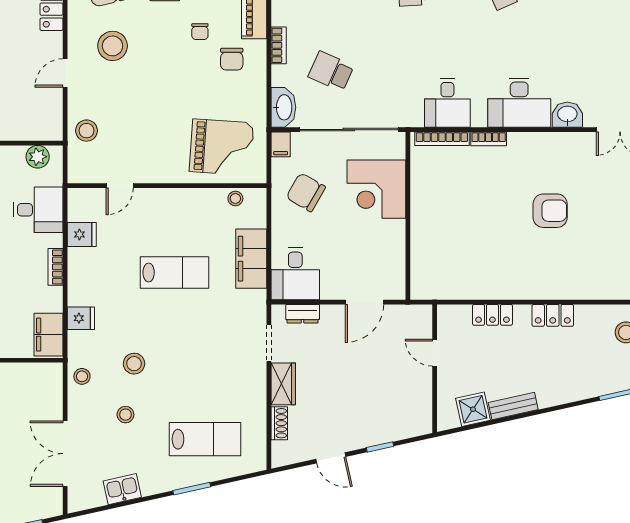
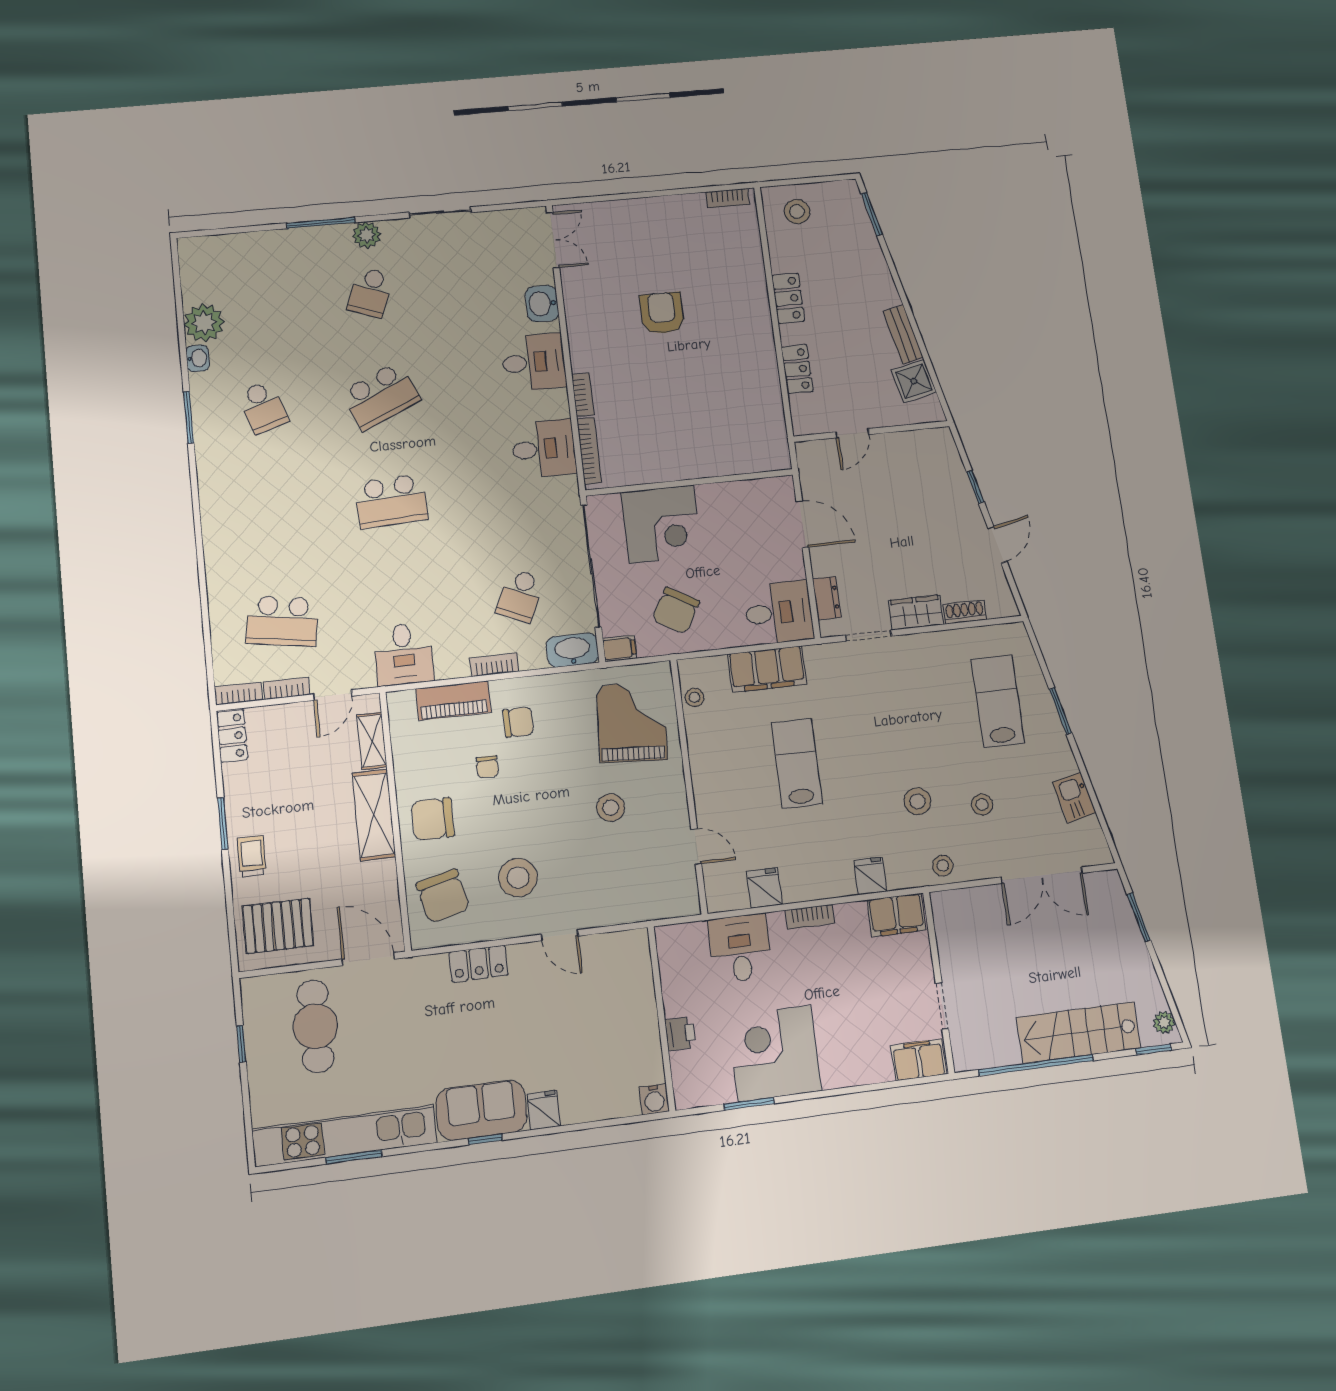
chair: (200, 32) -> (487, 767), turned 90
desk: (519, 103) -> (534, 362), width x0.73
stool: (86, 131) -> (611, 808), moved
plant: (38, 157) -> (672, 958), removed

